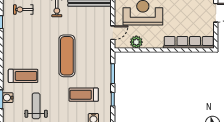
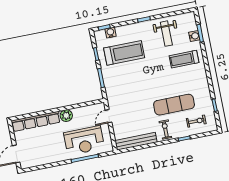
plant: (136, 42) -> (66, 116), moved
exercise mat: (67, 56) -> (174, 105), moved, turned 90
treadmill: (84, 95) -> (124, 53), width x1.37, depth x1.38

